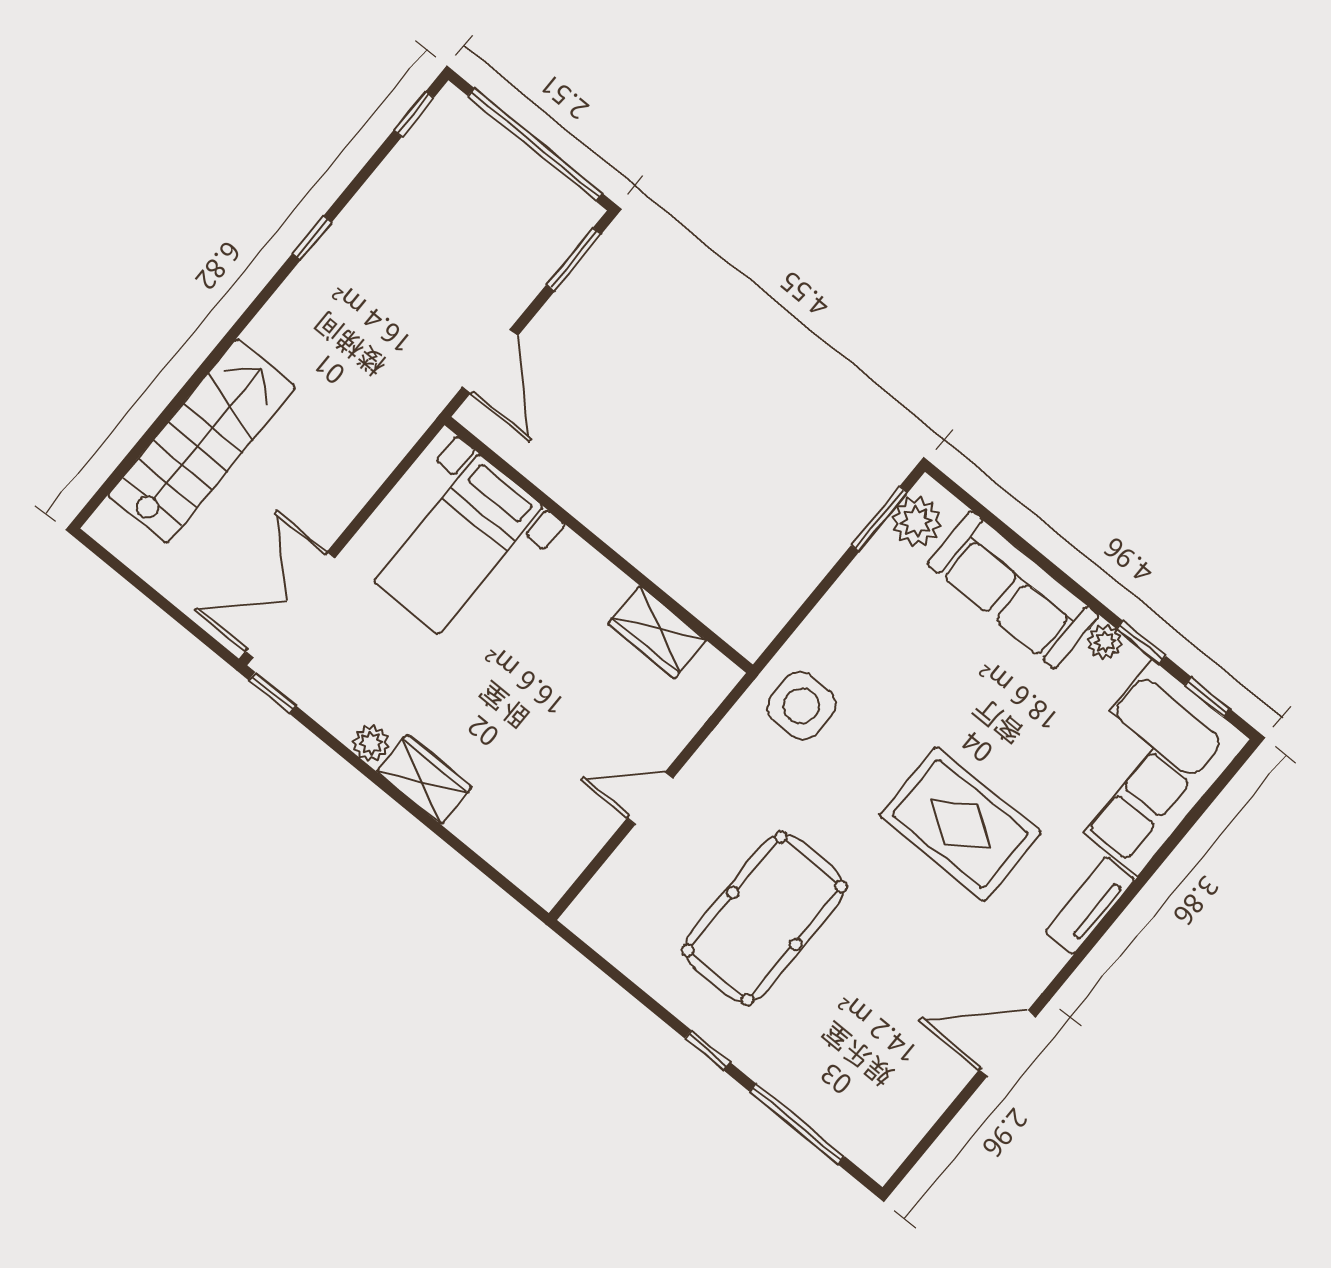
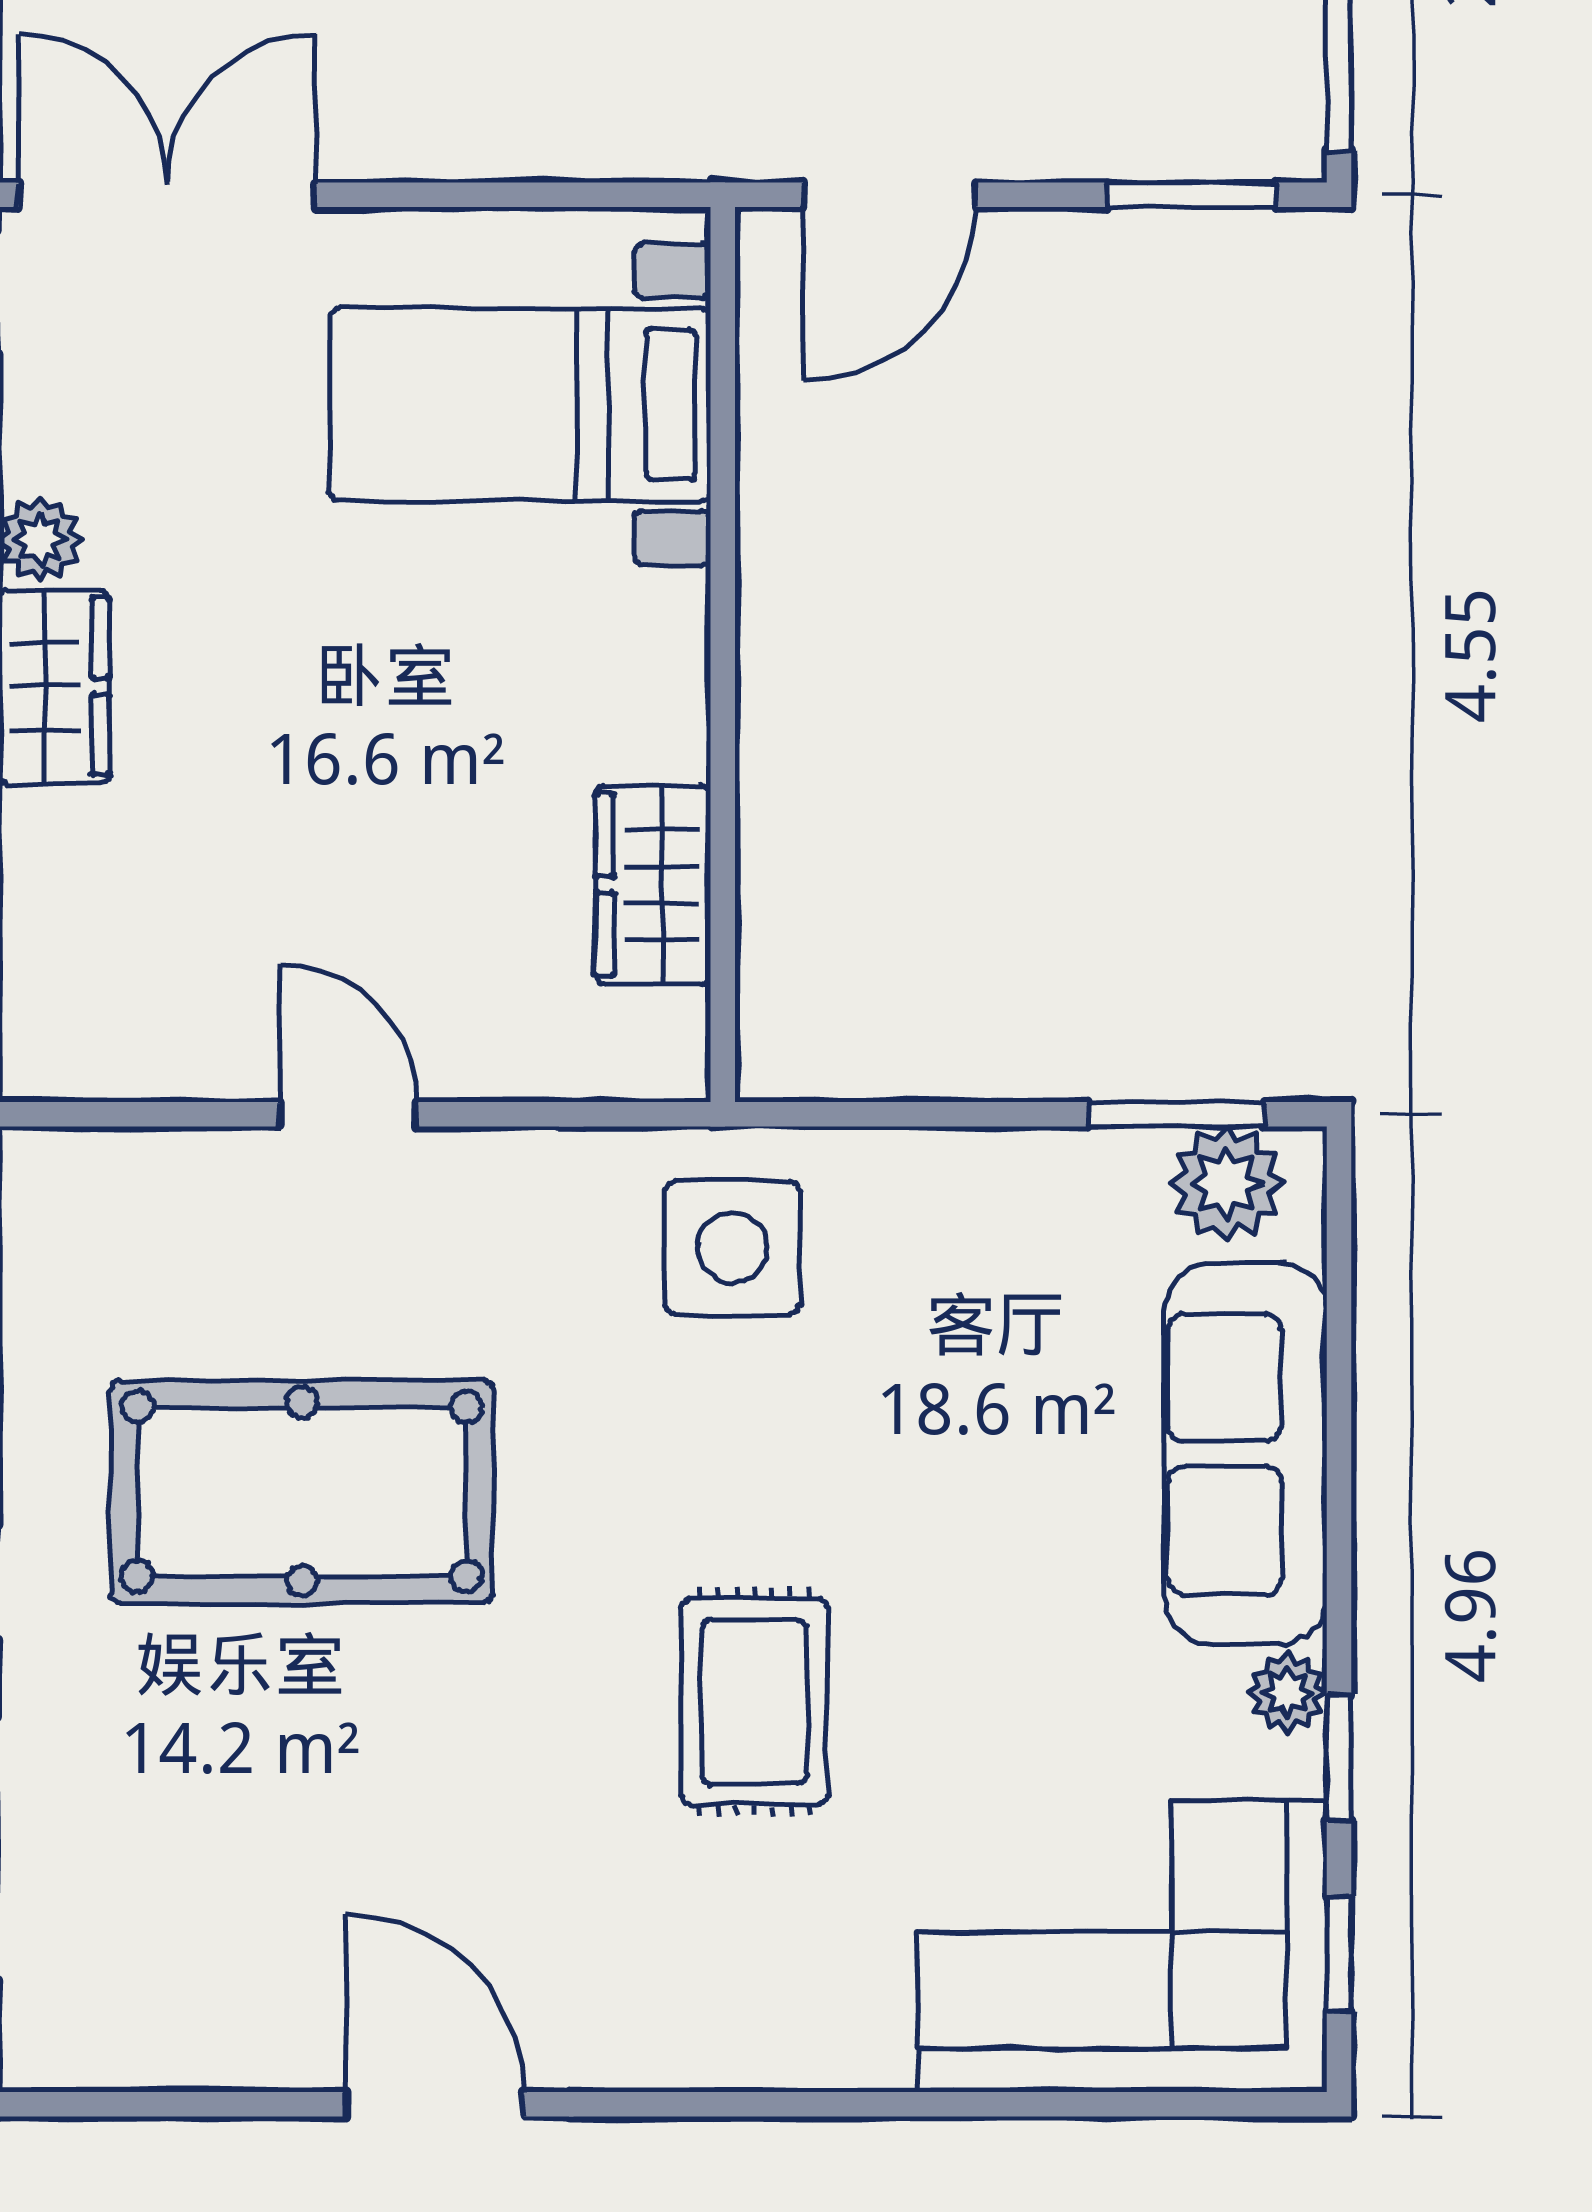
rug: (960, 824) -> (754, 1702), width x0.73, depth x0.70
tv unit: (1090, 906) -> (798, 2050), removed

